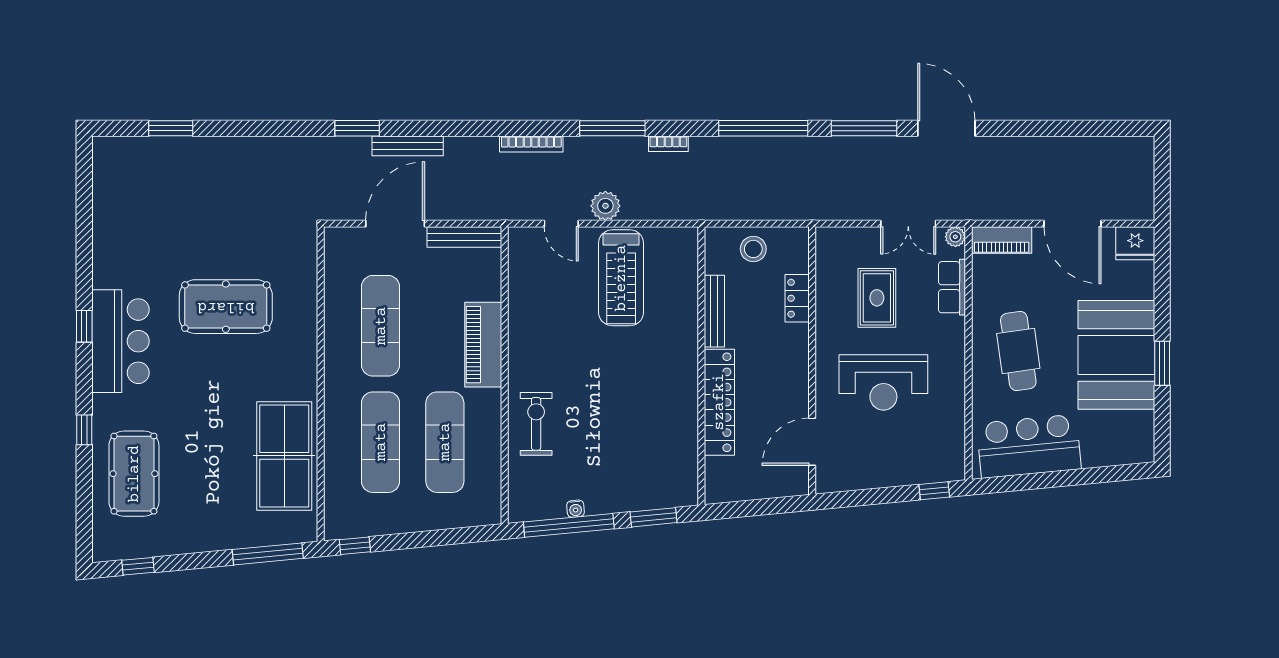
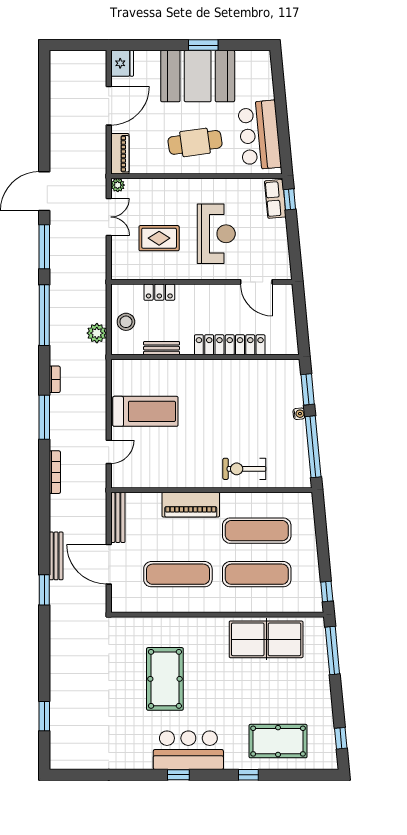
plant: (605, 206) -> (97, 333), moved
row of seats: (952, 287) -> (275, 199), moved, turned 85
bench: (714, 311) -> (162, 348), width x0.73
water cooler: (576, 509) -> (299, 414), moved

